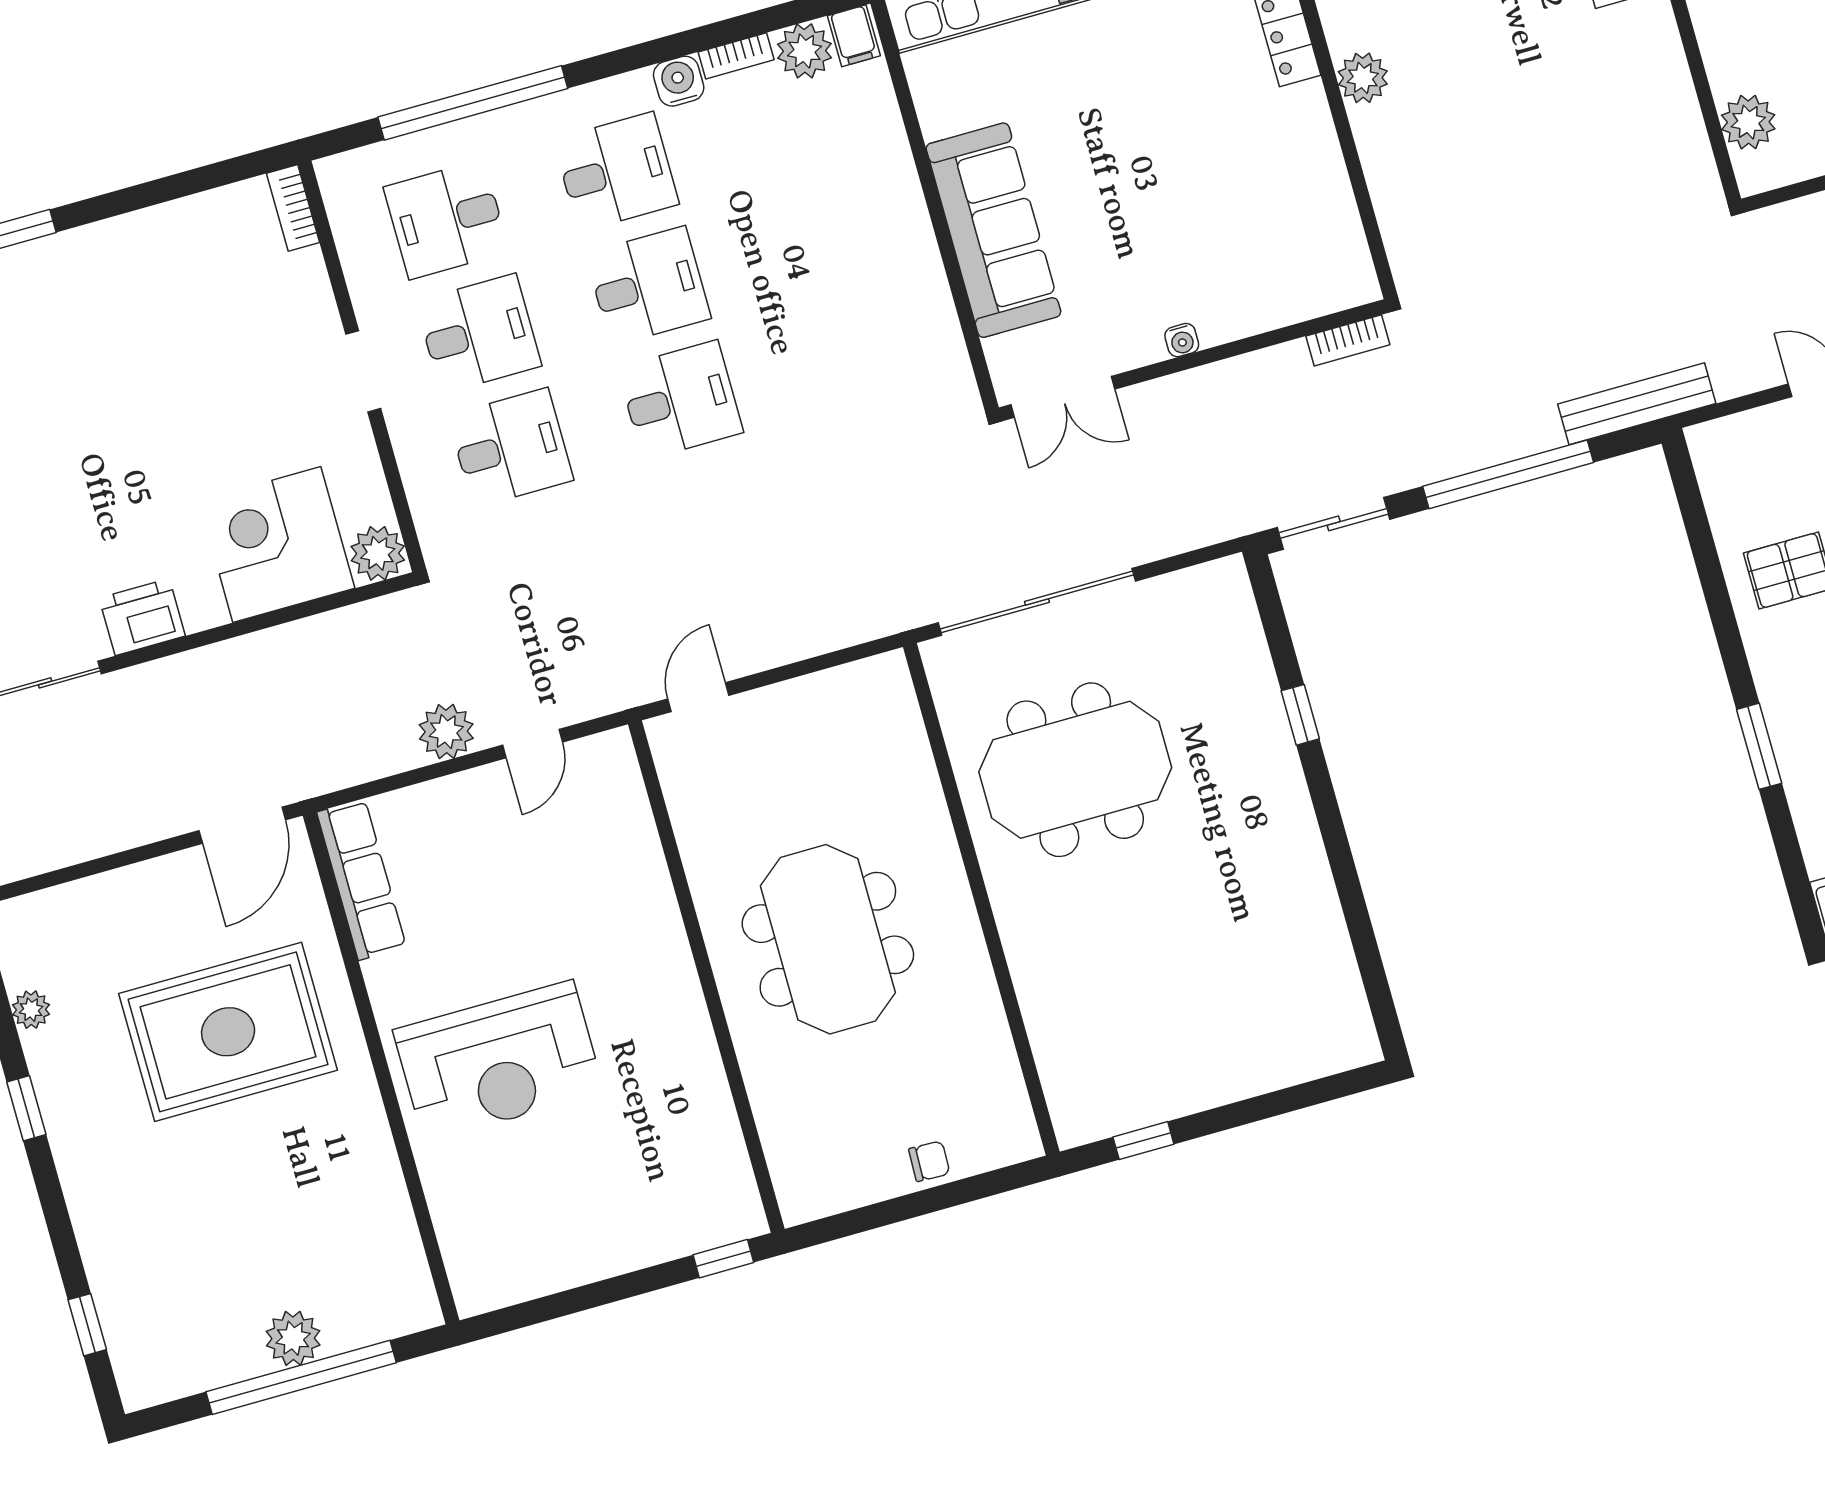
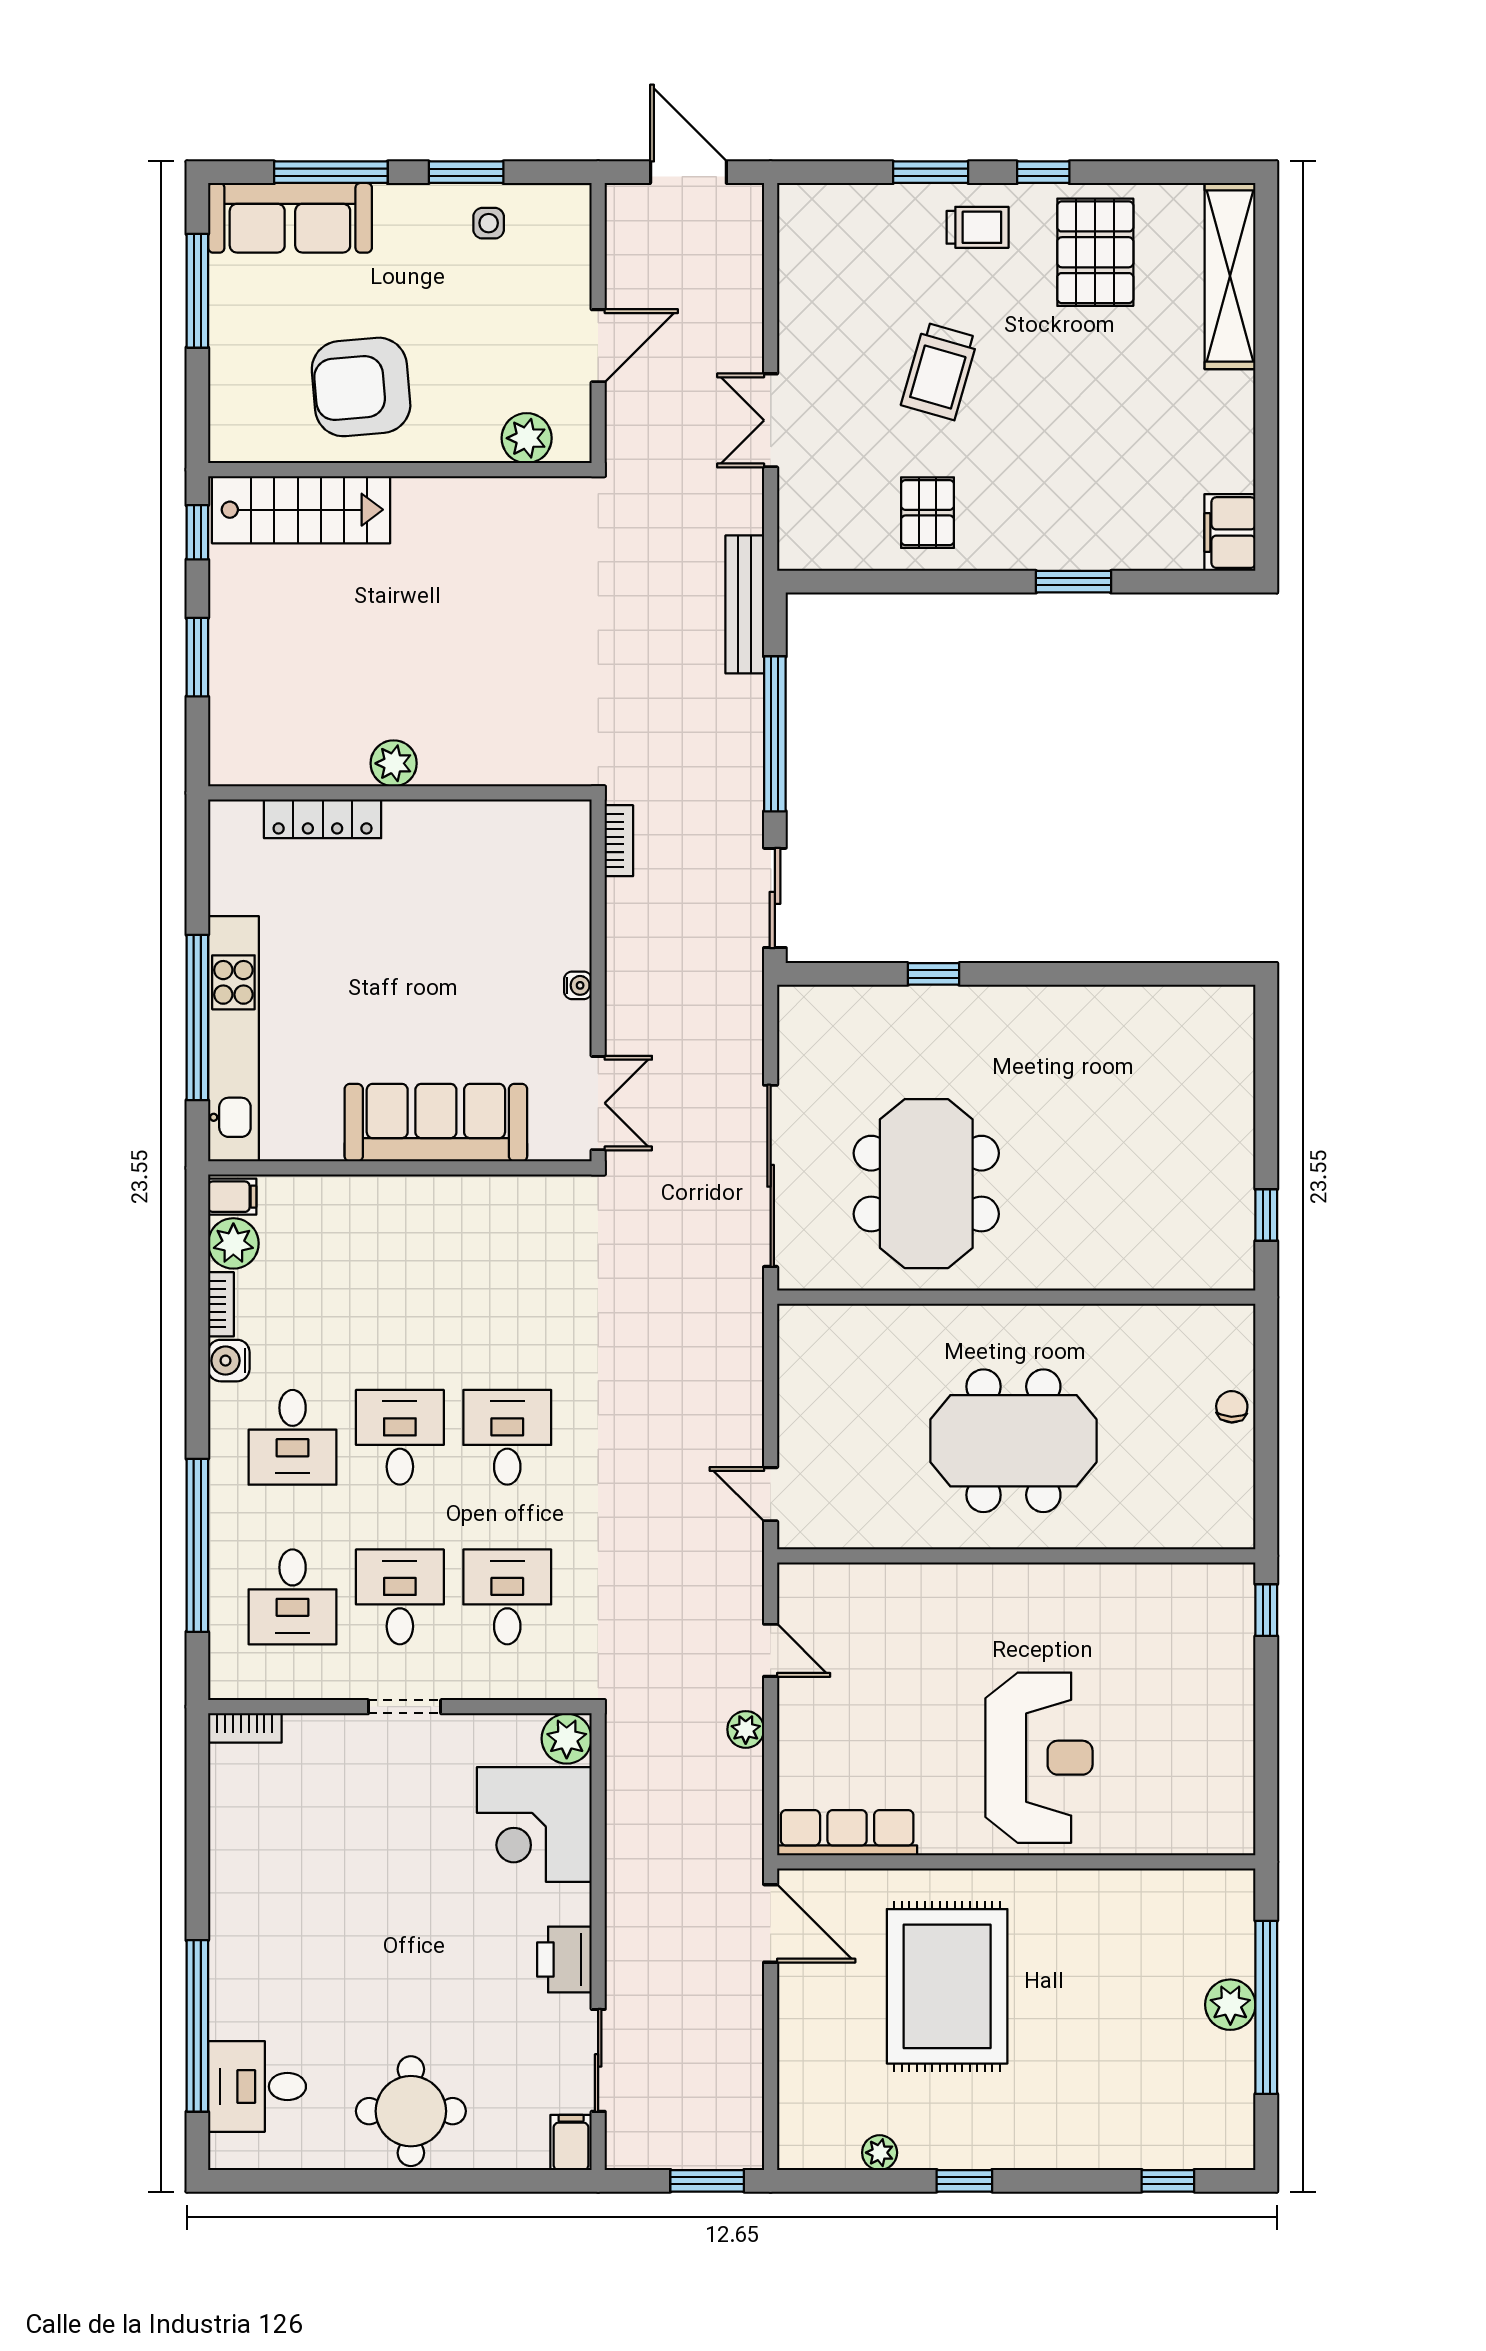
desk: (616, 172) -> (293, 1437), turned 180
plant: (446, 732) -> (746, 1729), width x0.73, depth x0.73

